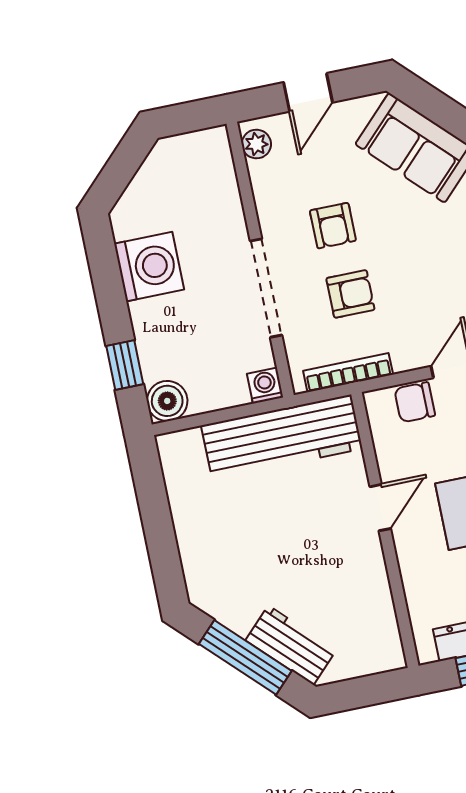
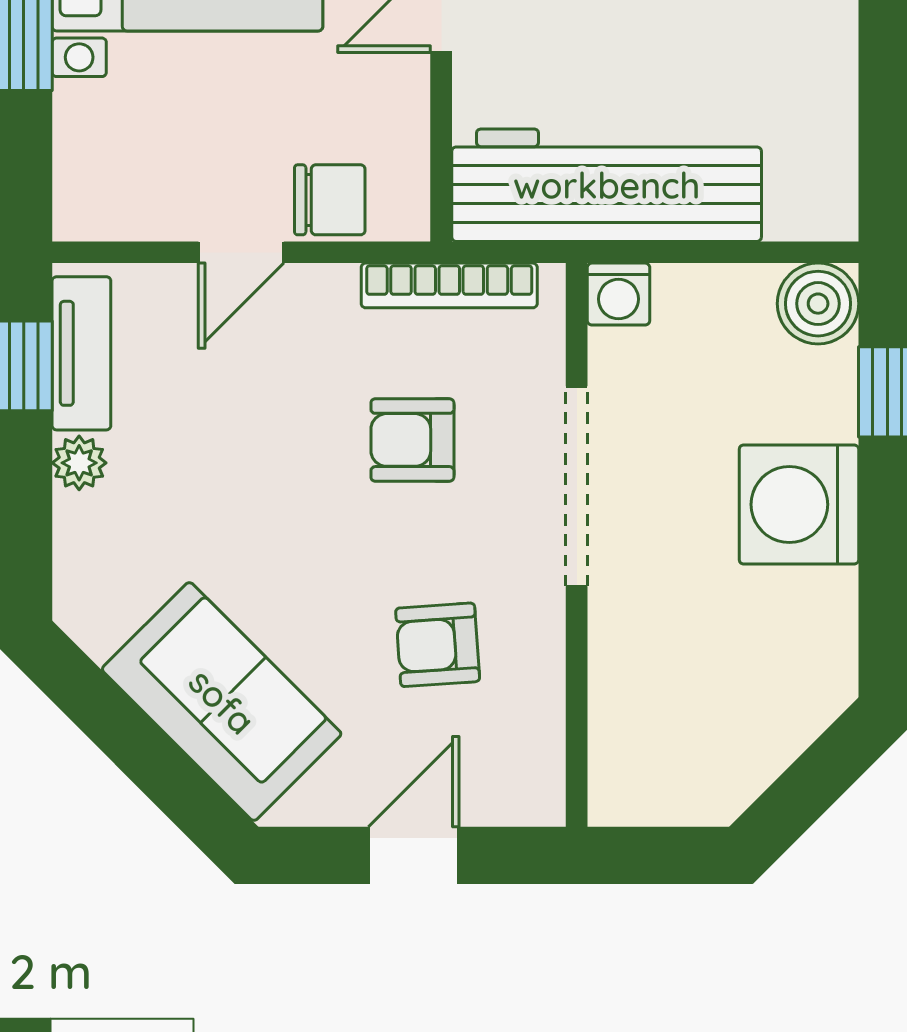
plant: (256, 144) -> (537, 774), removed
armchair: (333, 226) -> (438, 645), moved, turned -94
washing machine: (149, 267) -> (799, 504), moved

